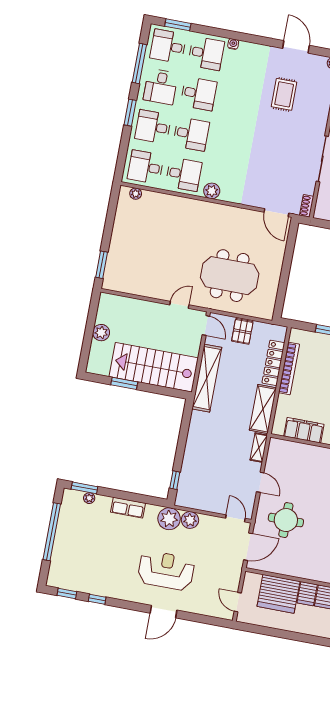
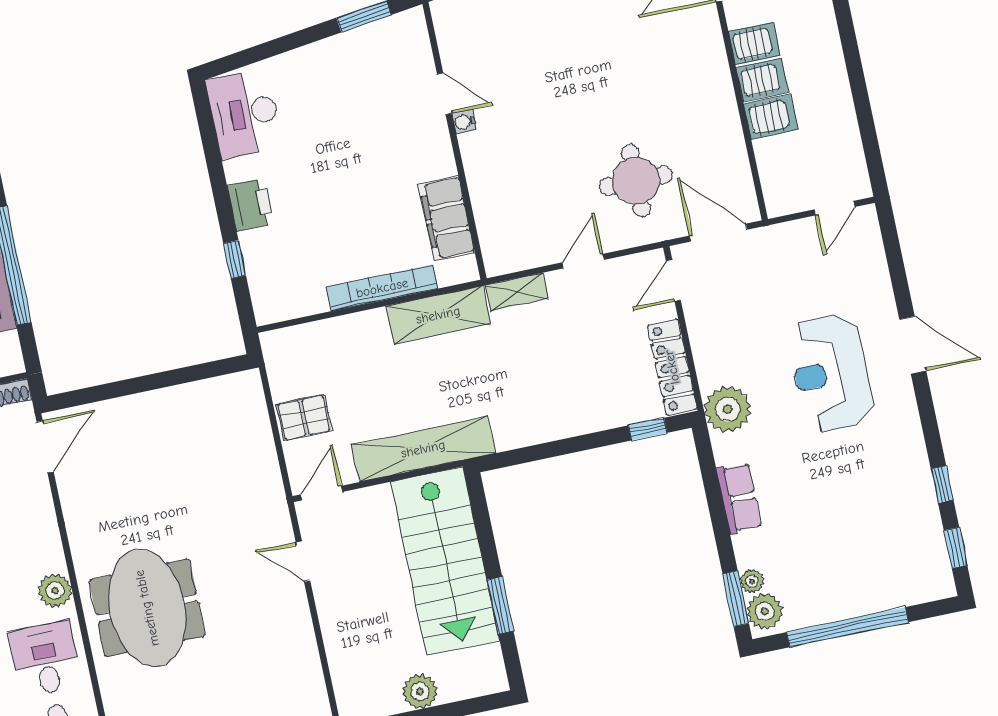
meeting table: (230, 276) -> (147, 608), moved
locker: (273, 363) -> (672, 367), moved, turned 90
bookcase: (289, 368) -> (382, 288), moved
plant: (190, 520) -> (765, 611), moved
server rack: (279, 594) -> (771, 117), width x0.46, depth x0.70

